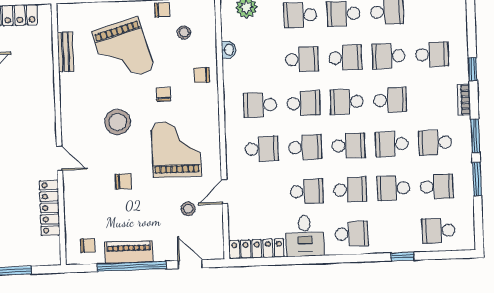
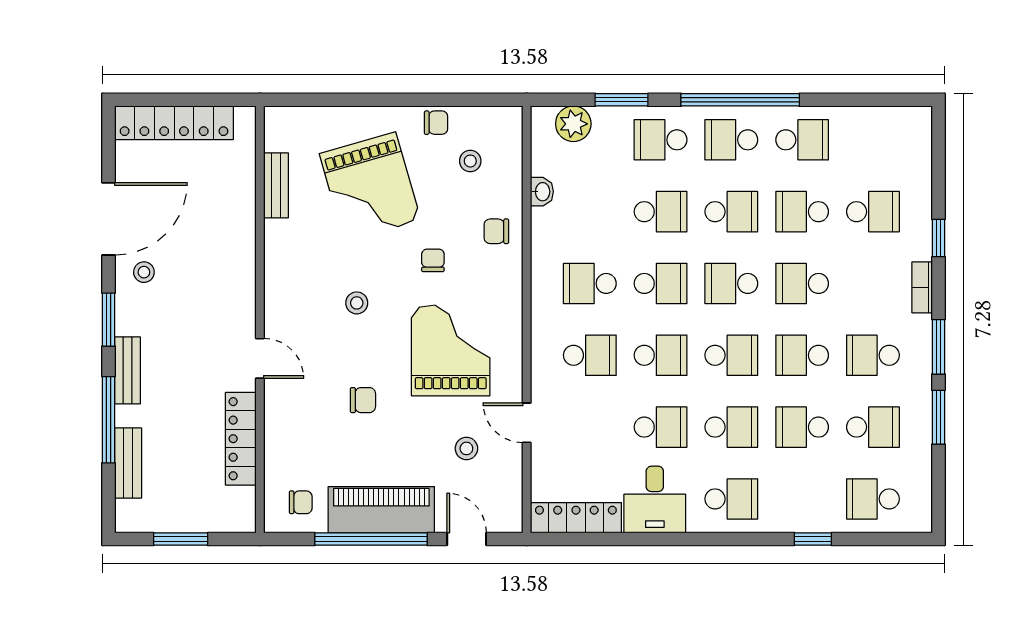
school desk: (390, 100) -> (802, 283), turned 180
stool: (118, 122) -> (357, 303), width x0.53, depth x0.53
door: (224, 192) -> (527, 423), hinge flipped
piano: (129, 252) -> (381, 510), width x1.37, depth x1.33

